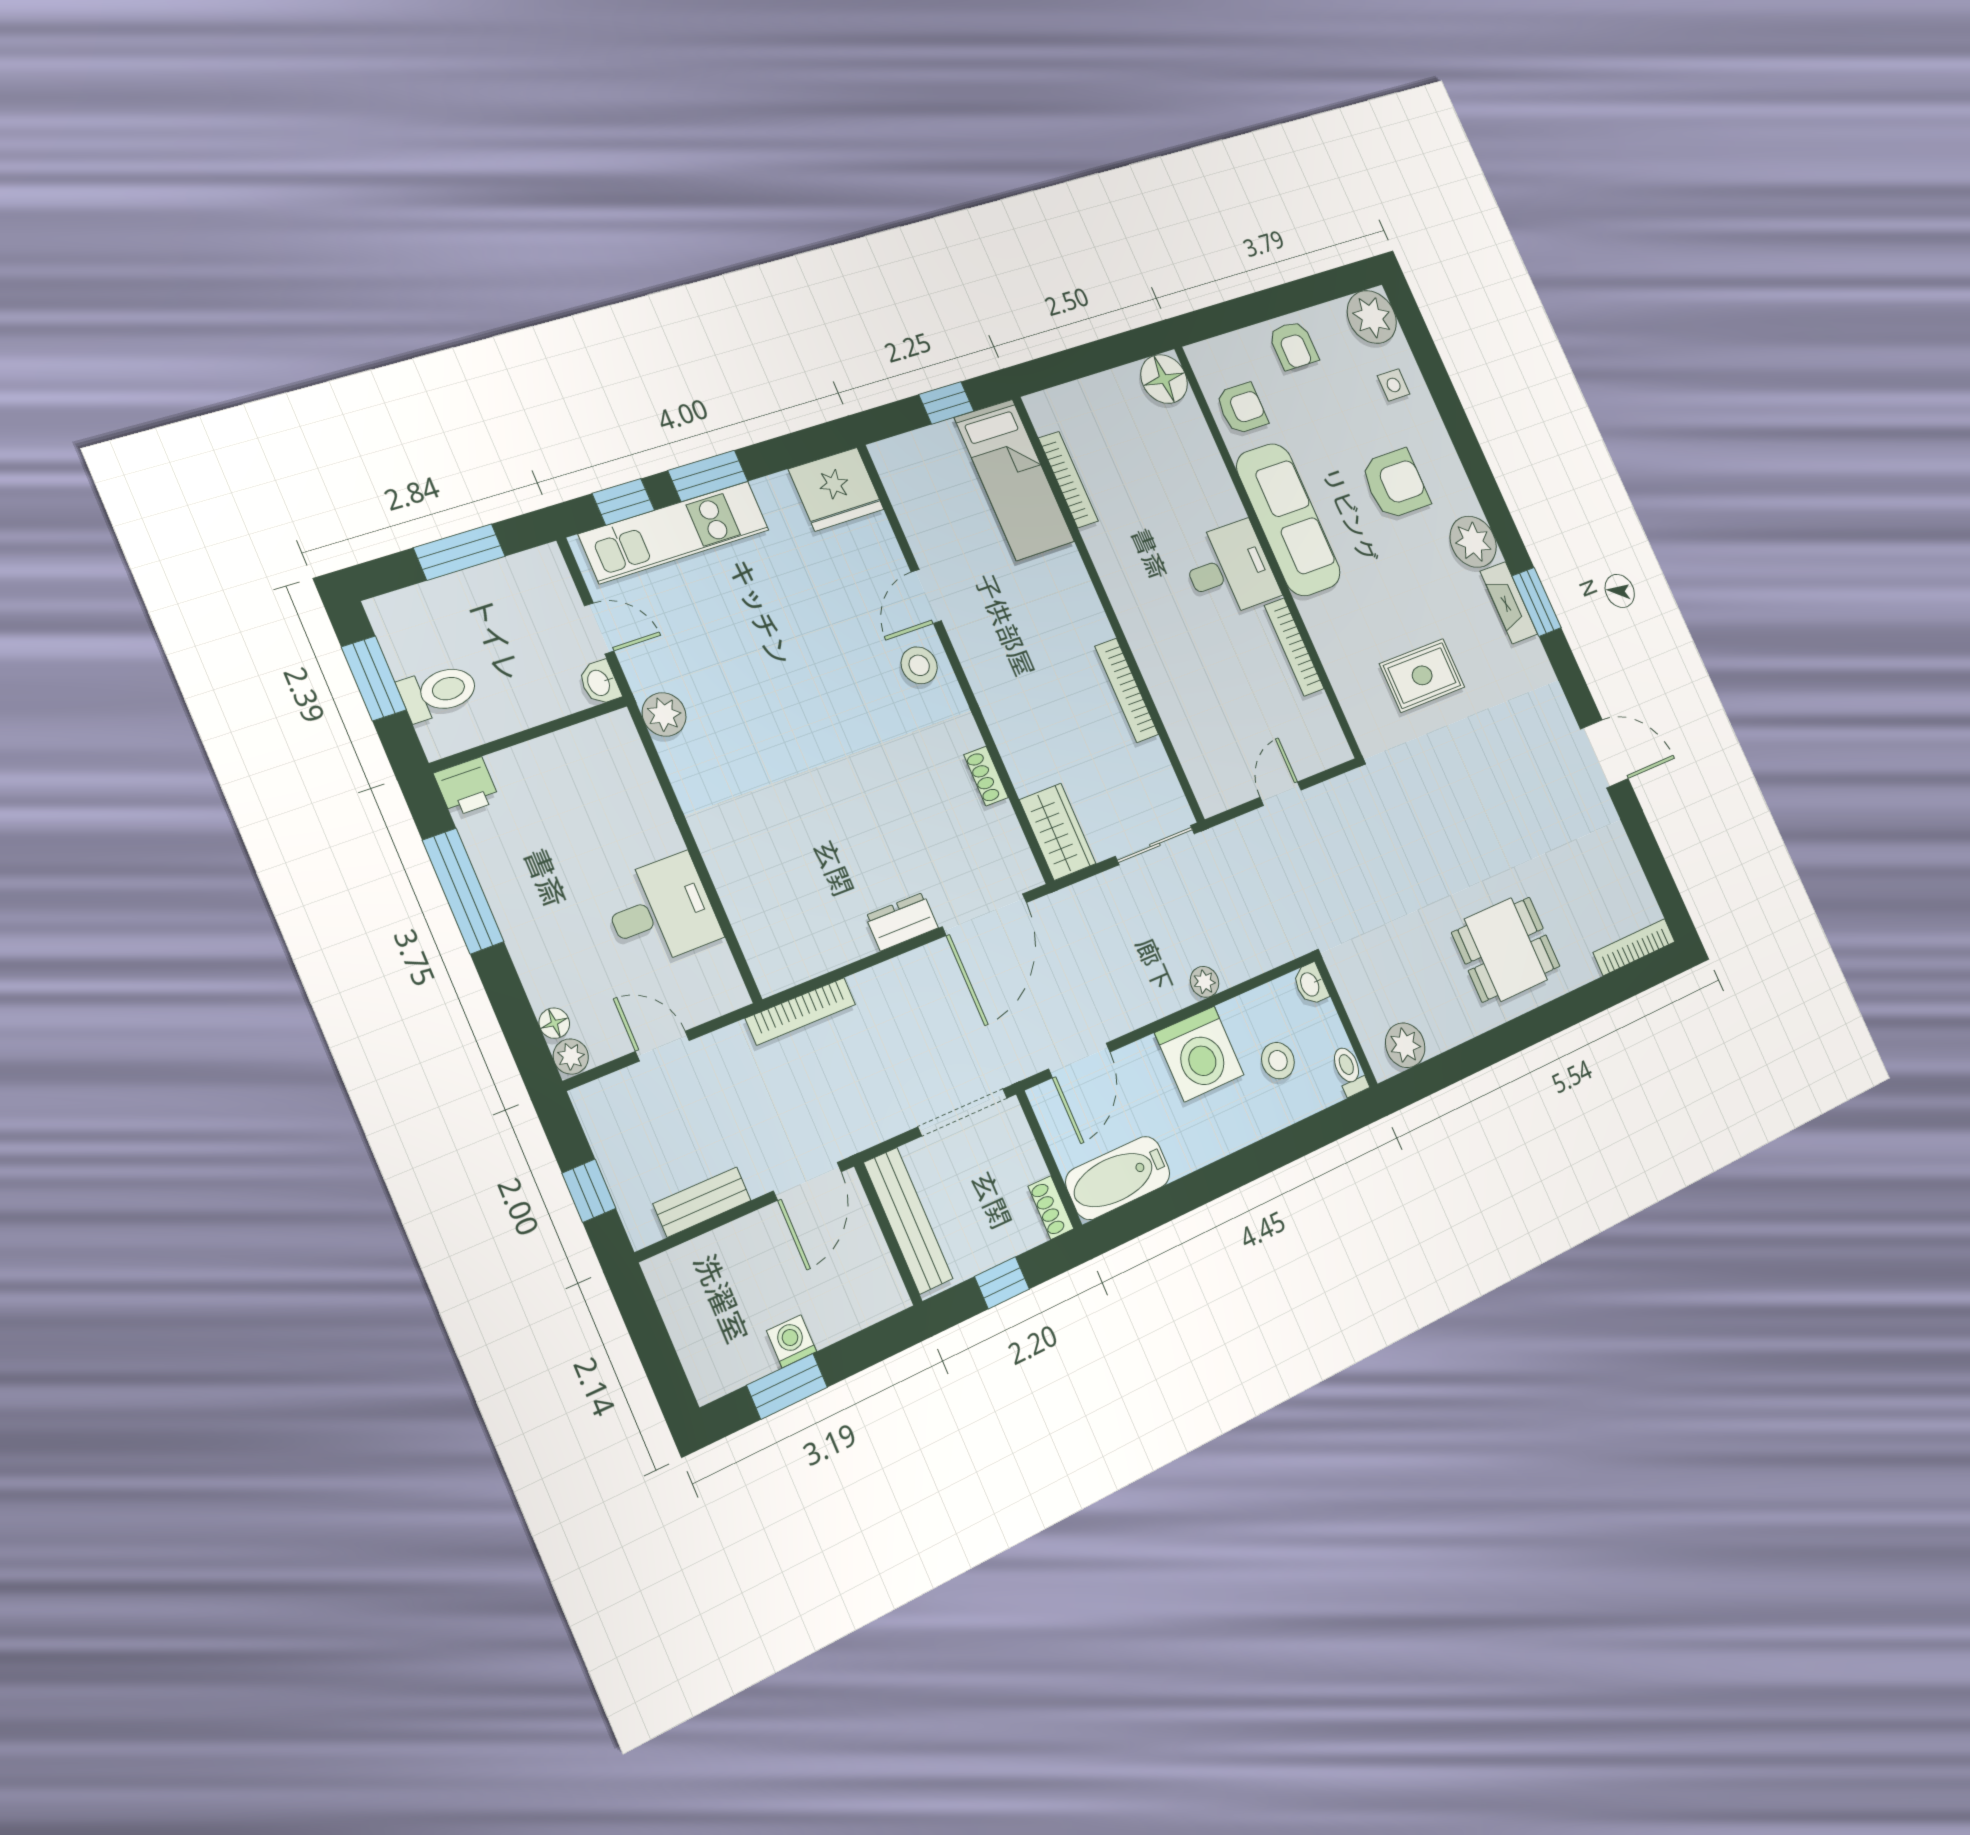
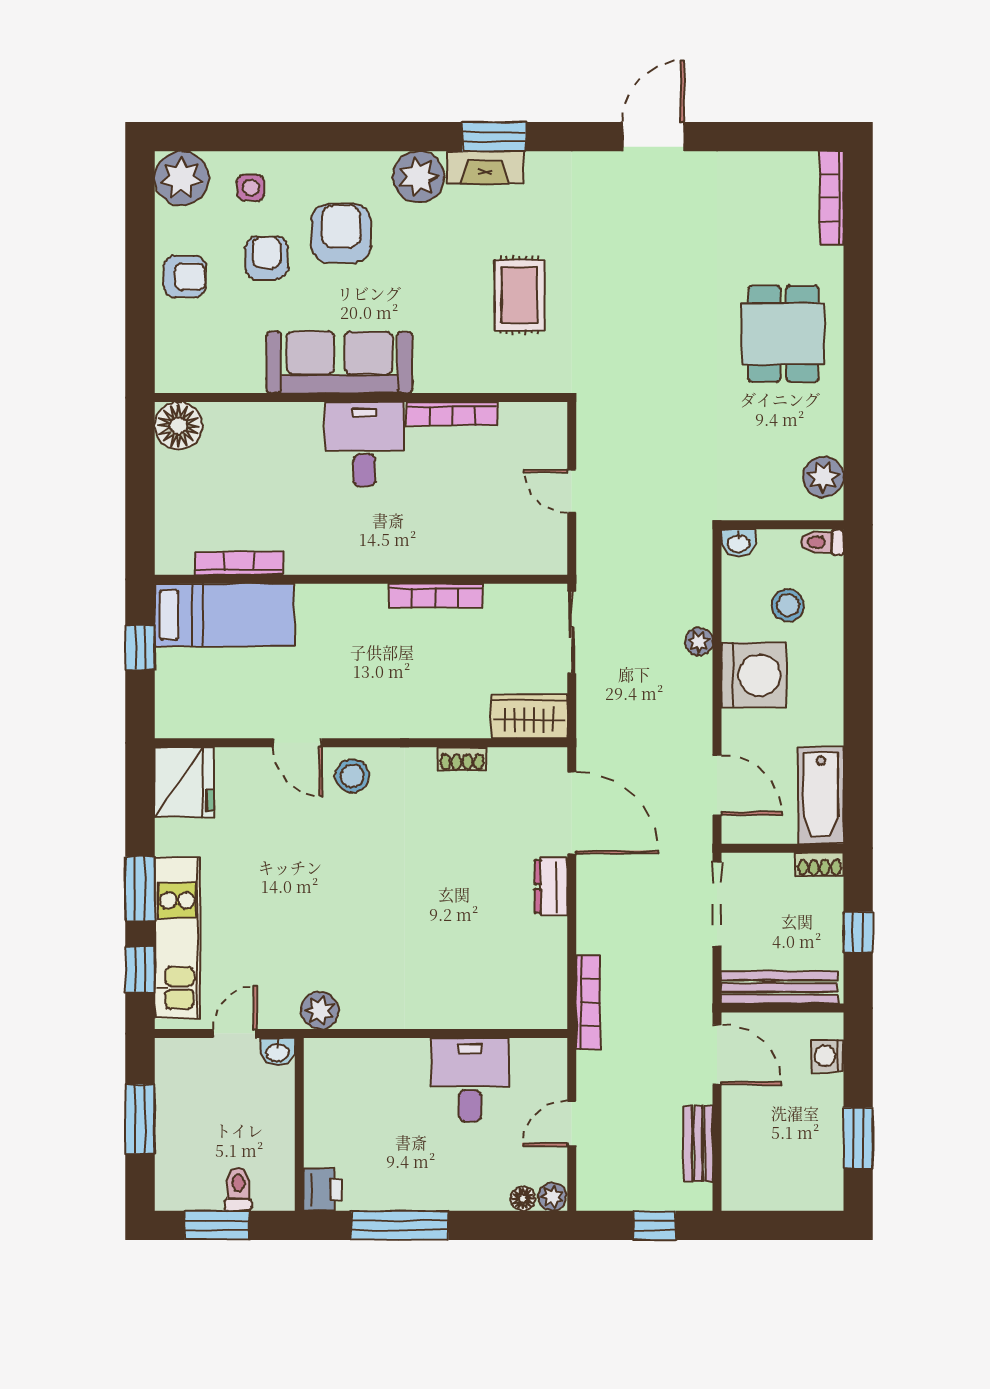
armchair: (1242, 408) -> (267, 258), moved
toilet: (439, 692) -> (238, 1189), width x0.73, depth x0.72
washing machine: (792, 1341) -> (828, 1056), moved

